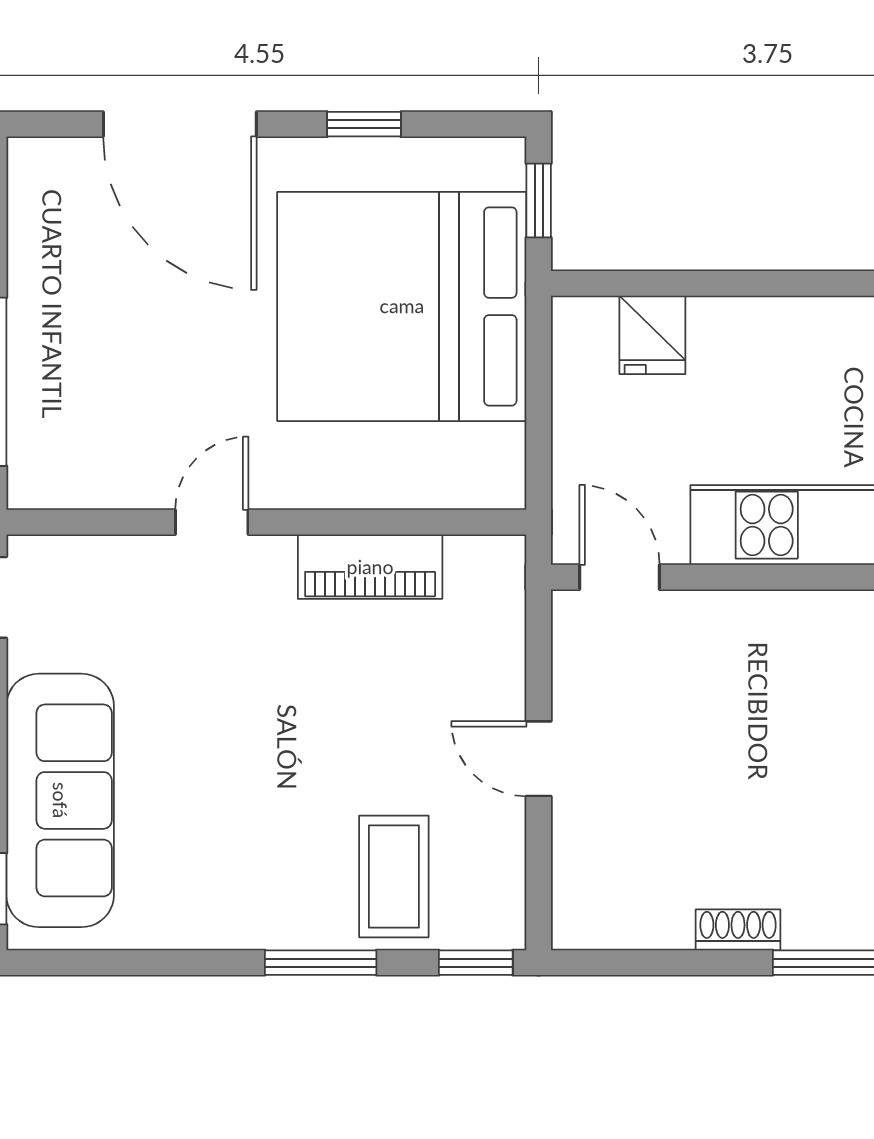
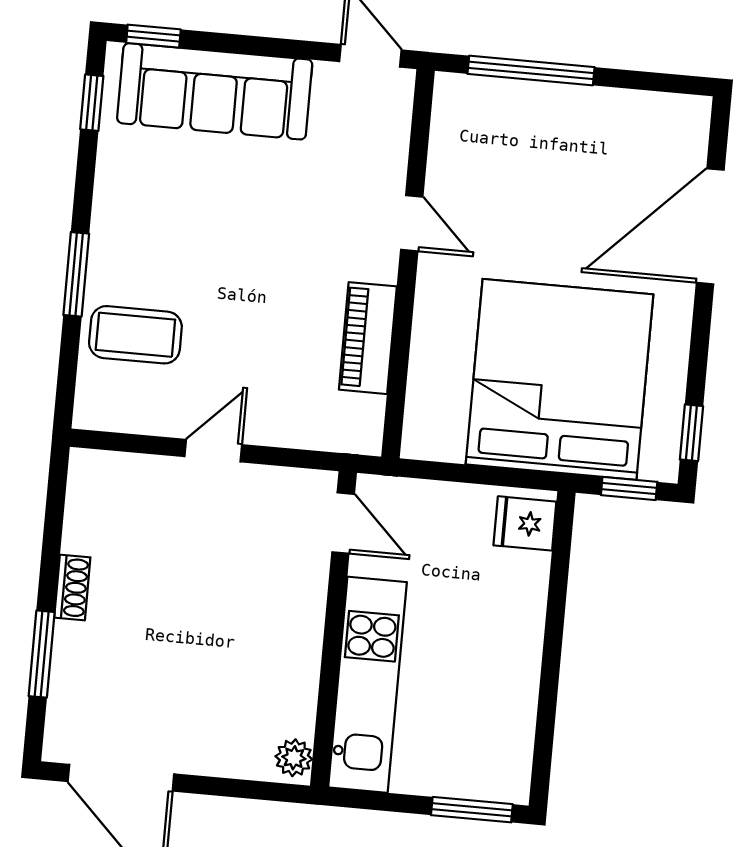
window: (364, 124) -> (691, 433), moved
fridge: (652, 335) -> (525, 523), moved
door: (620, 577) -> (343, 523), hinge flipped
window: (476, 963) -> (92, 103), moved

